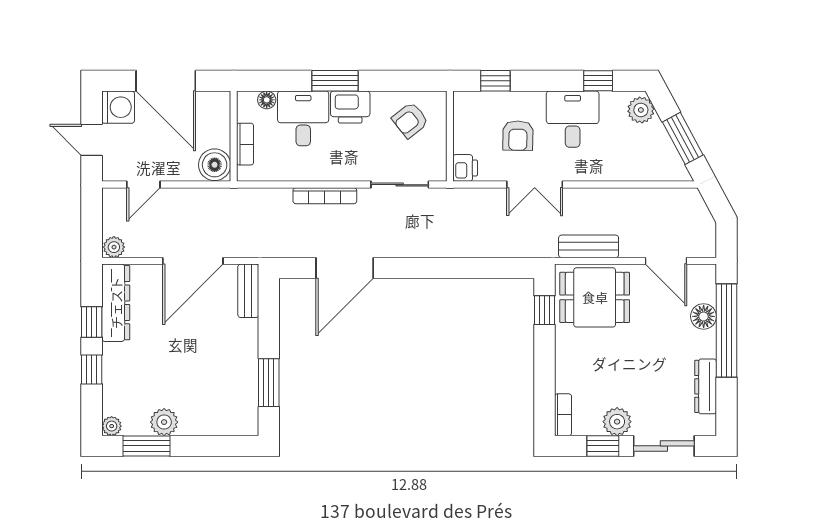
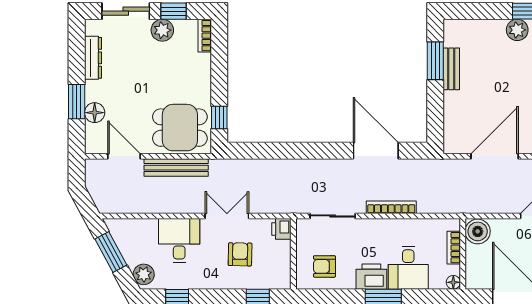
floor lamp: (267, 100) -> (453, 282), moved
desk: (573, 119) -> (179, 240), moved, turned 180
armchair: (410, 120) -> (324, 266), turned -142
bench: (589, 246) -> (176, 168), width x1.36
door: (345, 268) -> (376, 151), hinge flipped
bench: (248, 291) -> (451, 69), moved
window: (727, 330) -> (77, 102), width x0.47

